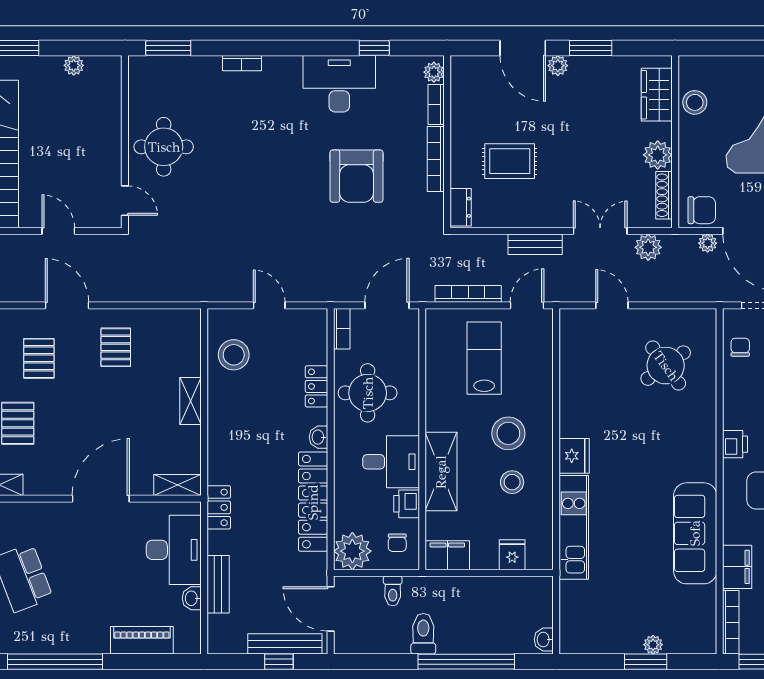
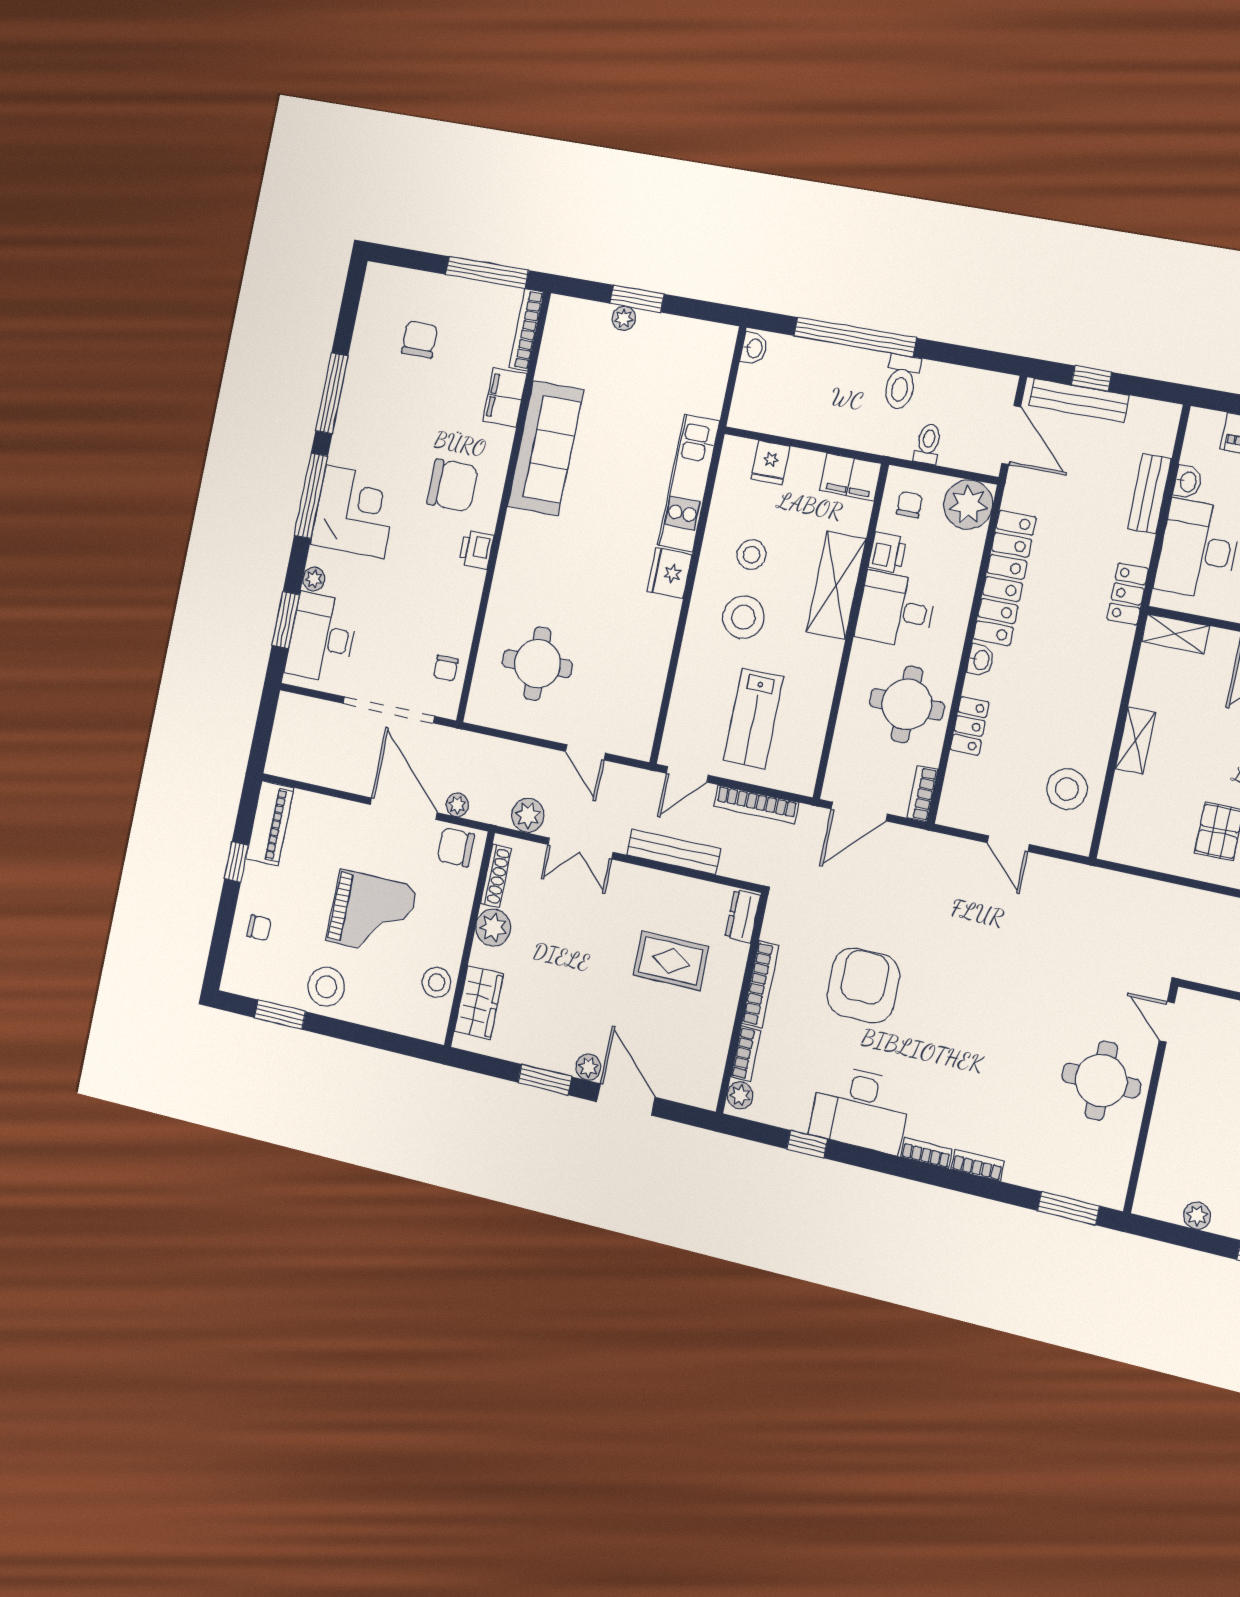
bookcase: (282, 63) -> (926, 1153), added
bench: (535, 244) -> (674, 852), width x1.36
round table: (666, 366) -> (537, 664), turned 34

